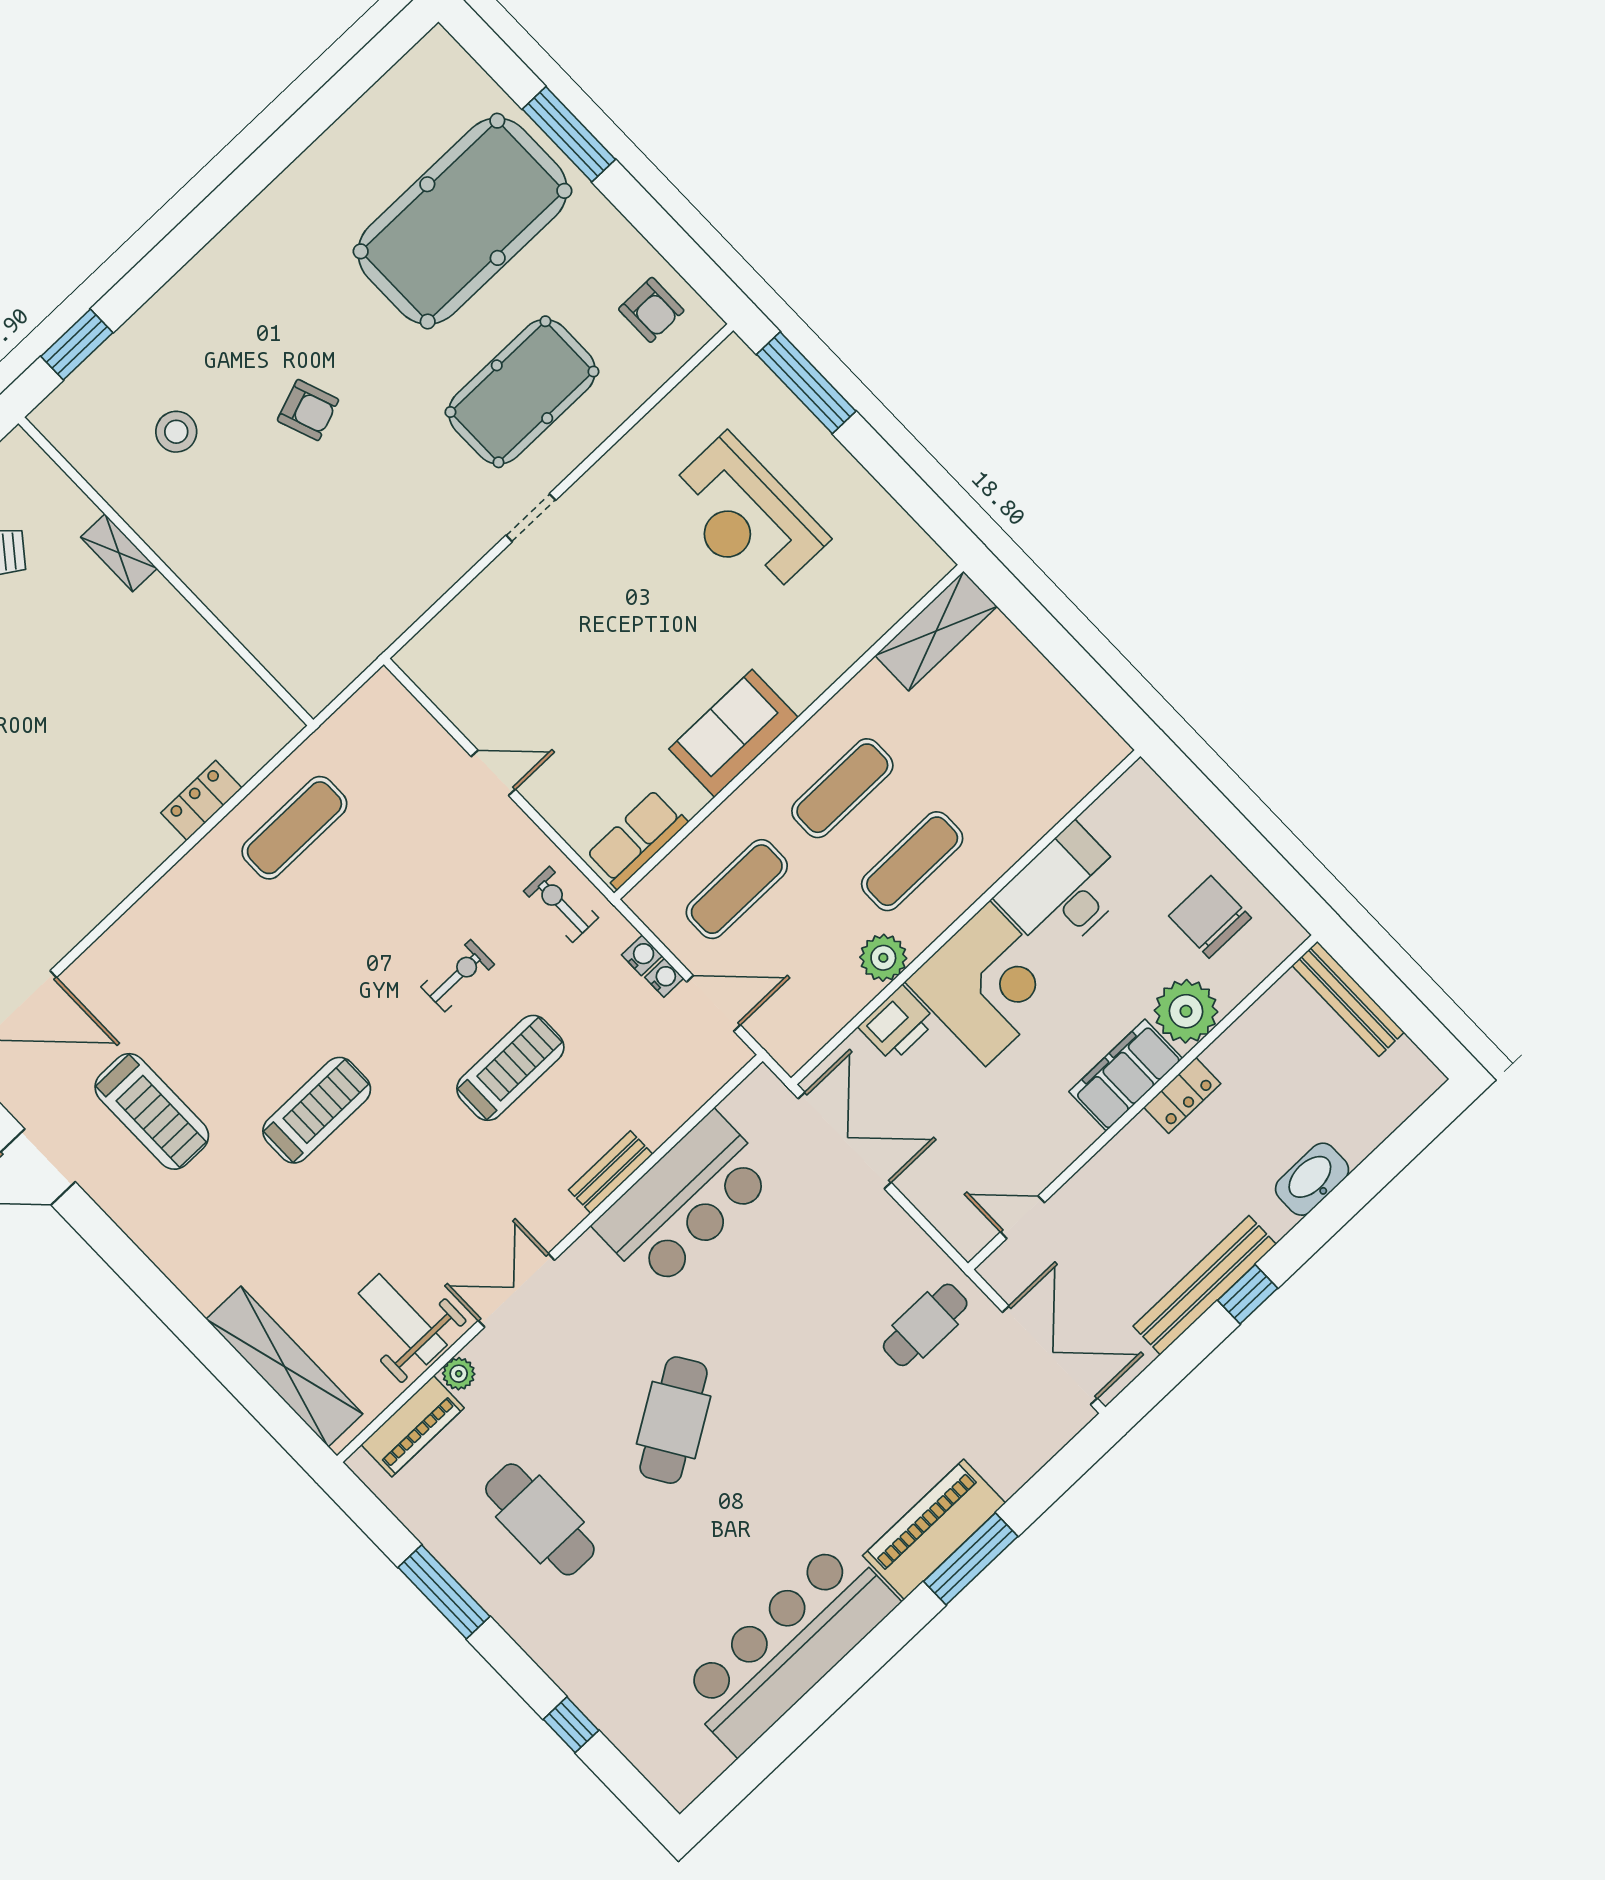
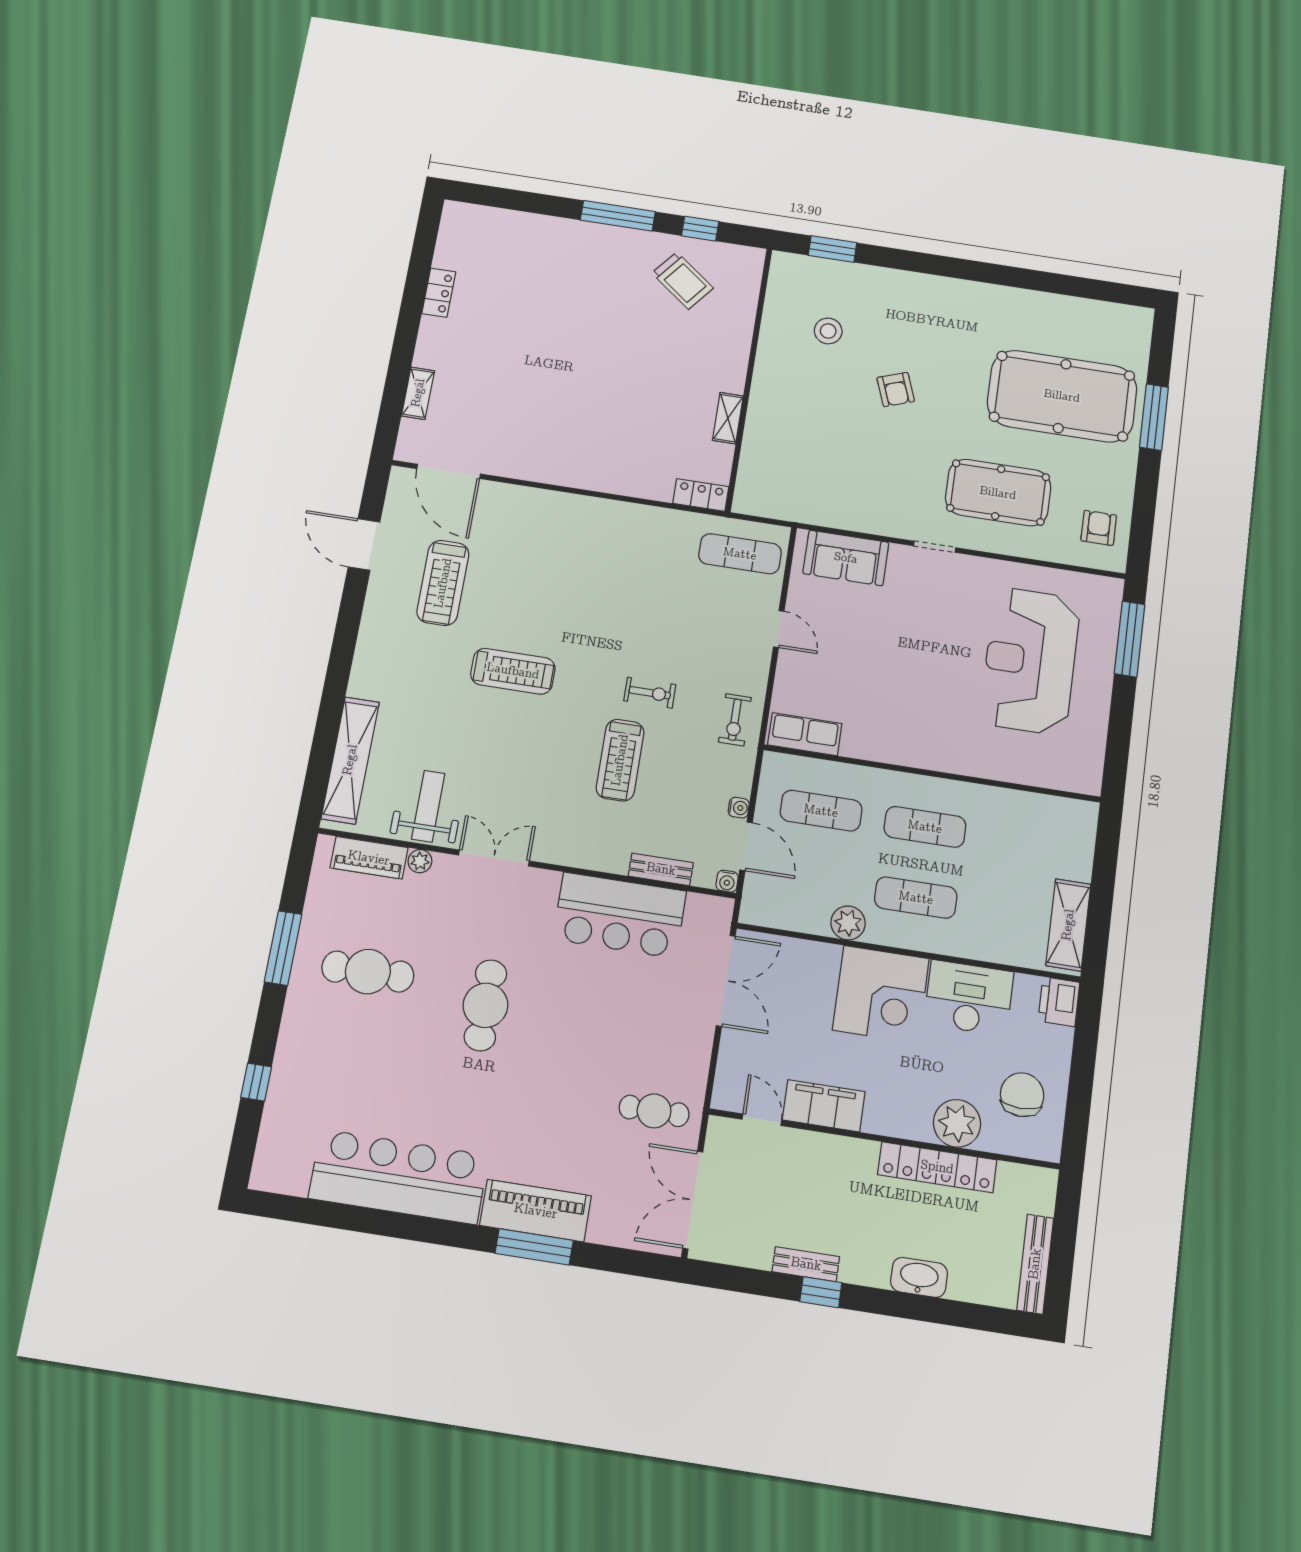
armchair: (651, 310) -> (1099, 528), turned 180
reception desk: (745, 517) -> (1030, 661), width x1.36, depth x1.30
shelving: (119, 553) -> (728, 418), moved
shelving: (936, 631) -> (1068, 925), moved, turned 90
sofa: (733, 733) -> (846, 558), moved, turned 180
locker: (201, 800) -> (701, 495), moved
exercise mat: (294, 828) -> (740, 554), moved
exercise bike: (561, 904) -> (735, 720), turned 180
water cooler: (642, 955) -> (727, 881), moved, turned 90
bench: (1348, 999) -> (1035, 1264), moved
printer: (897, 1024) -> (1059, 1002), moved, turned 90
treadmill: (510, 1068) -> (620, 760), turned 90
filing cabinet: (1126, 1075) -> (824, 1106), moved
locker: (1182, 1095) -> (937, 1167), width x2.16, depth x1.21
bench: (611, 1172) -> (661, 869), moved
bench: (1205, 1285) -> (806, 1264), width x0.54, depth x0.82
double door: (1050, 1355) -> (693, 1200), swing flipped
cafe table: (674, 1420) -> (485, 1005), turned -58
cafe table: (540, 1519) -> (368, 972), turned 90

